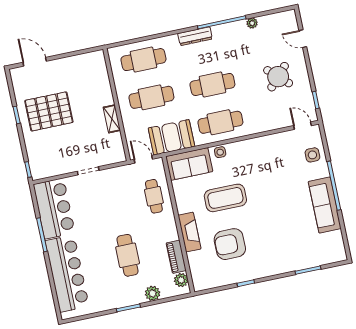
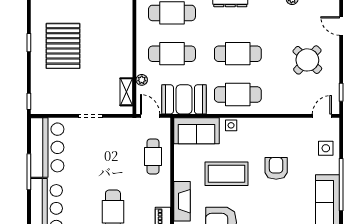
pallet: (49, 111) -> (63, 46), turned 90
shelving: (112, 119) -> (126, 92), moved
door: (302, 126) -> (322, 116), hinge flipped
plant: (128, 127) -> (142, 80), added
armchair: (270, 183) -> (276, 168), added

